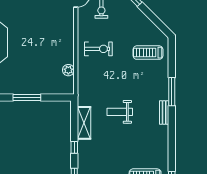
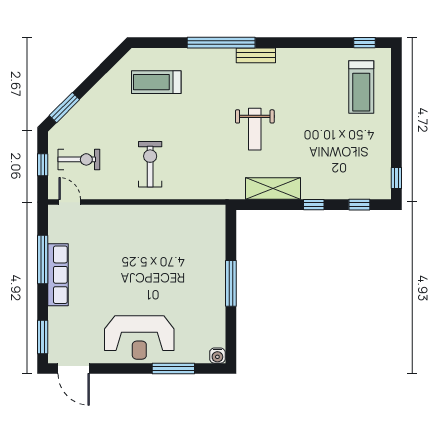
treadmill: (148, 53) -> (156, 82), turned 90
plant: (68, 70) -> (185, 214), removed
window: (172, 92) -> (221, 43), width x1.46

